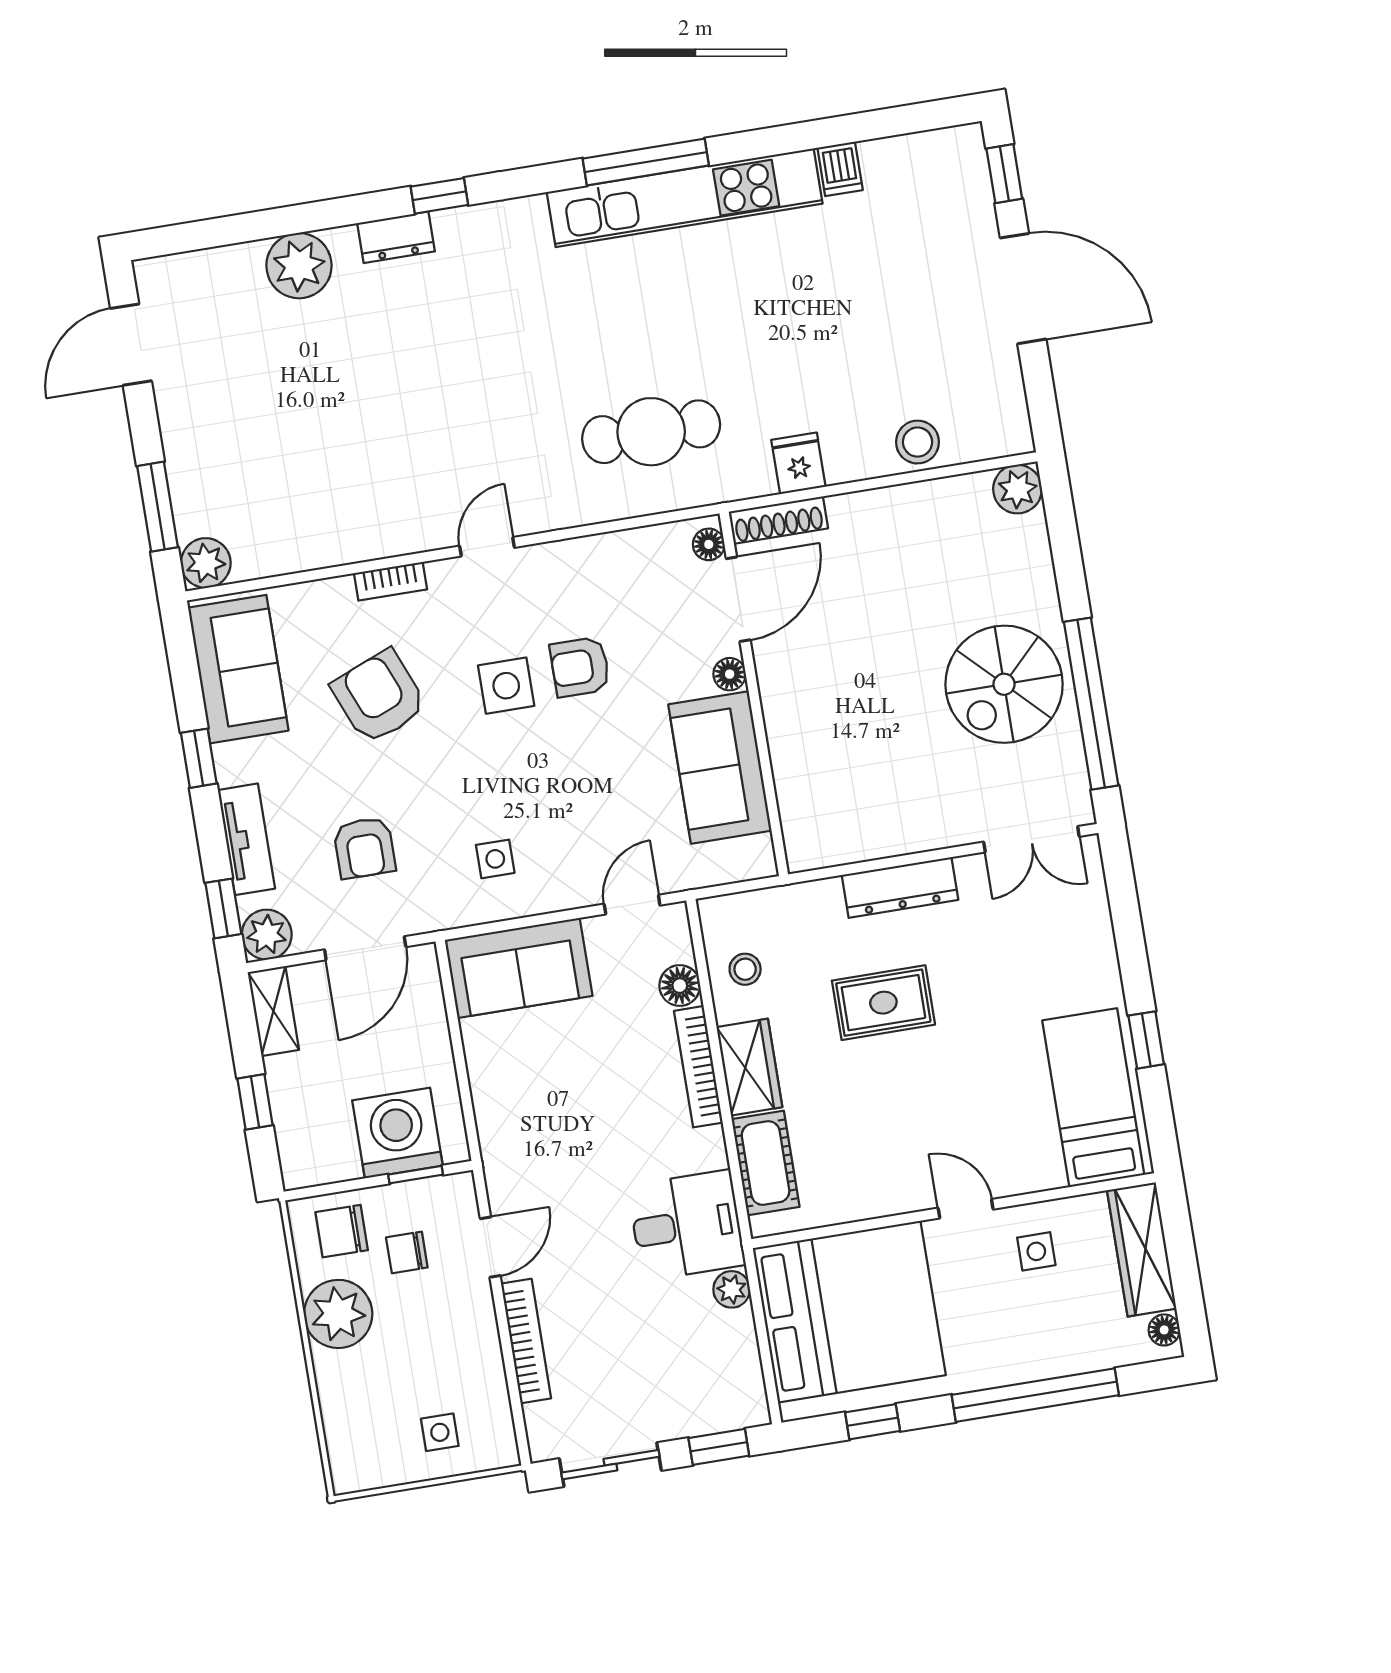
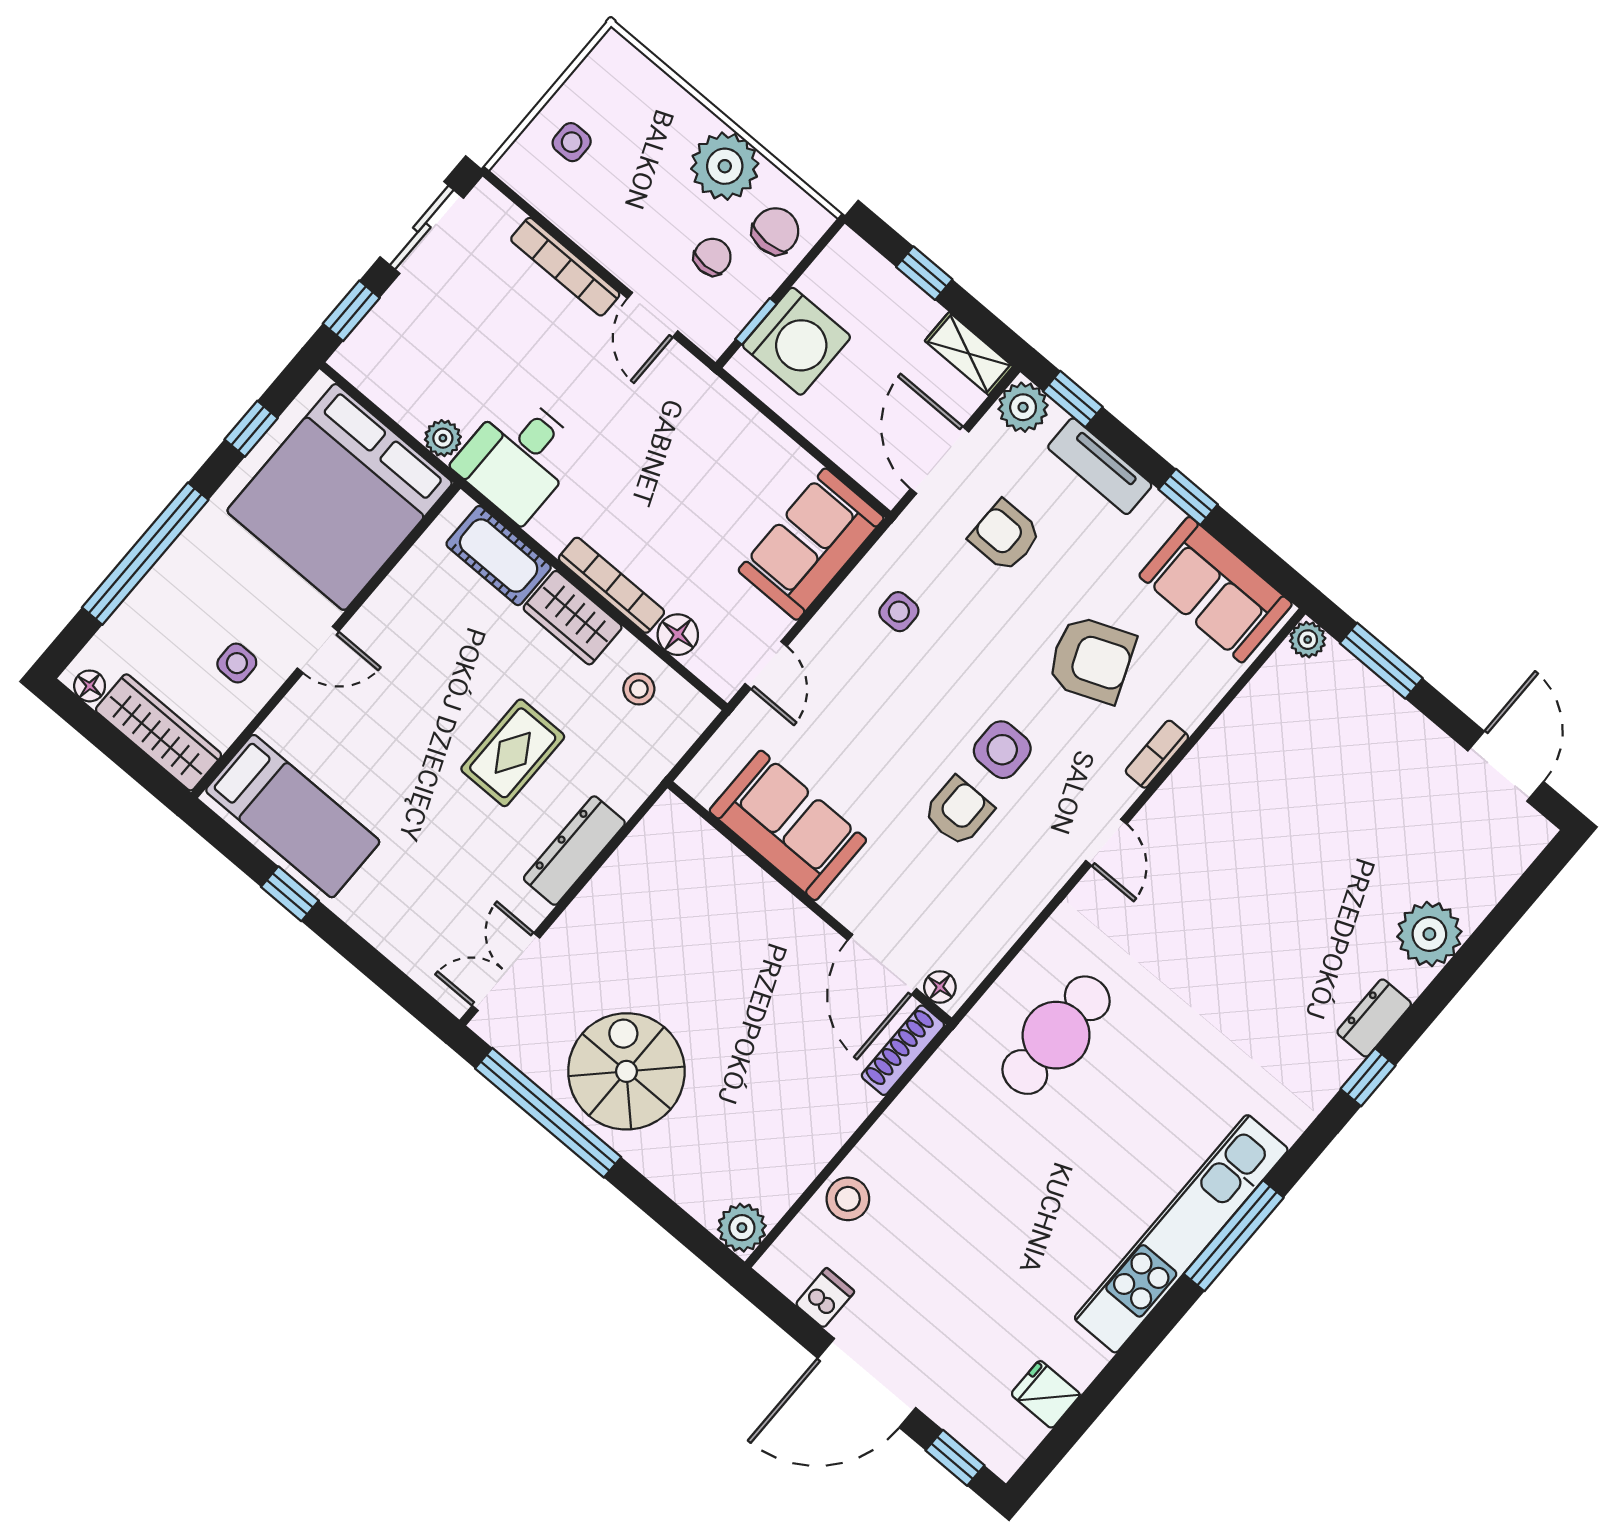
dishwasher: (840, 169) -> (825, 1298), moved, turned 90
fridge: (798, 463) -> (1046, 1394), moved, turned 180
plant: (206, 563) -> (1308, 640), width x0.73, depth x0.73
floor lamp: (730, 674) -> (841, 902), removed

